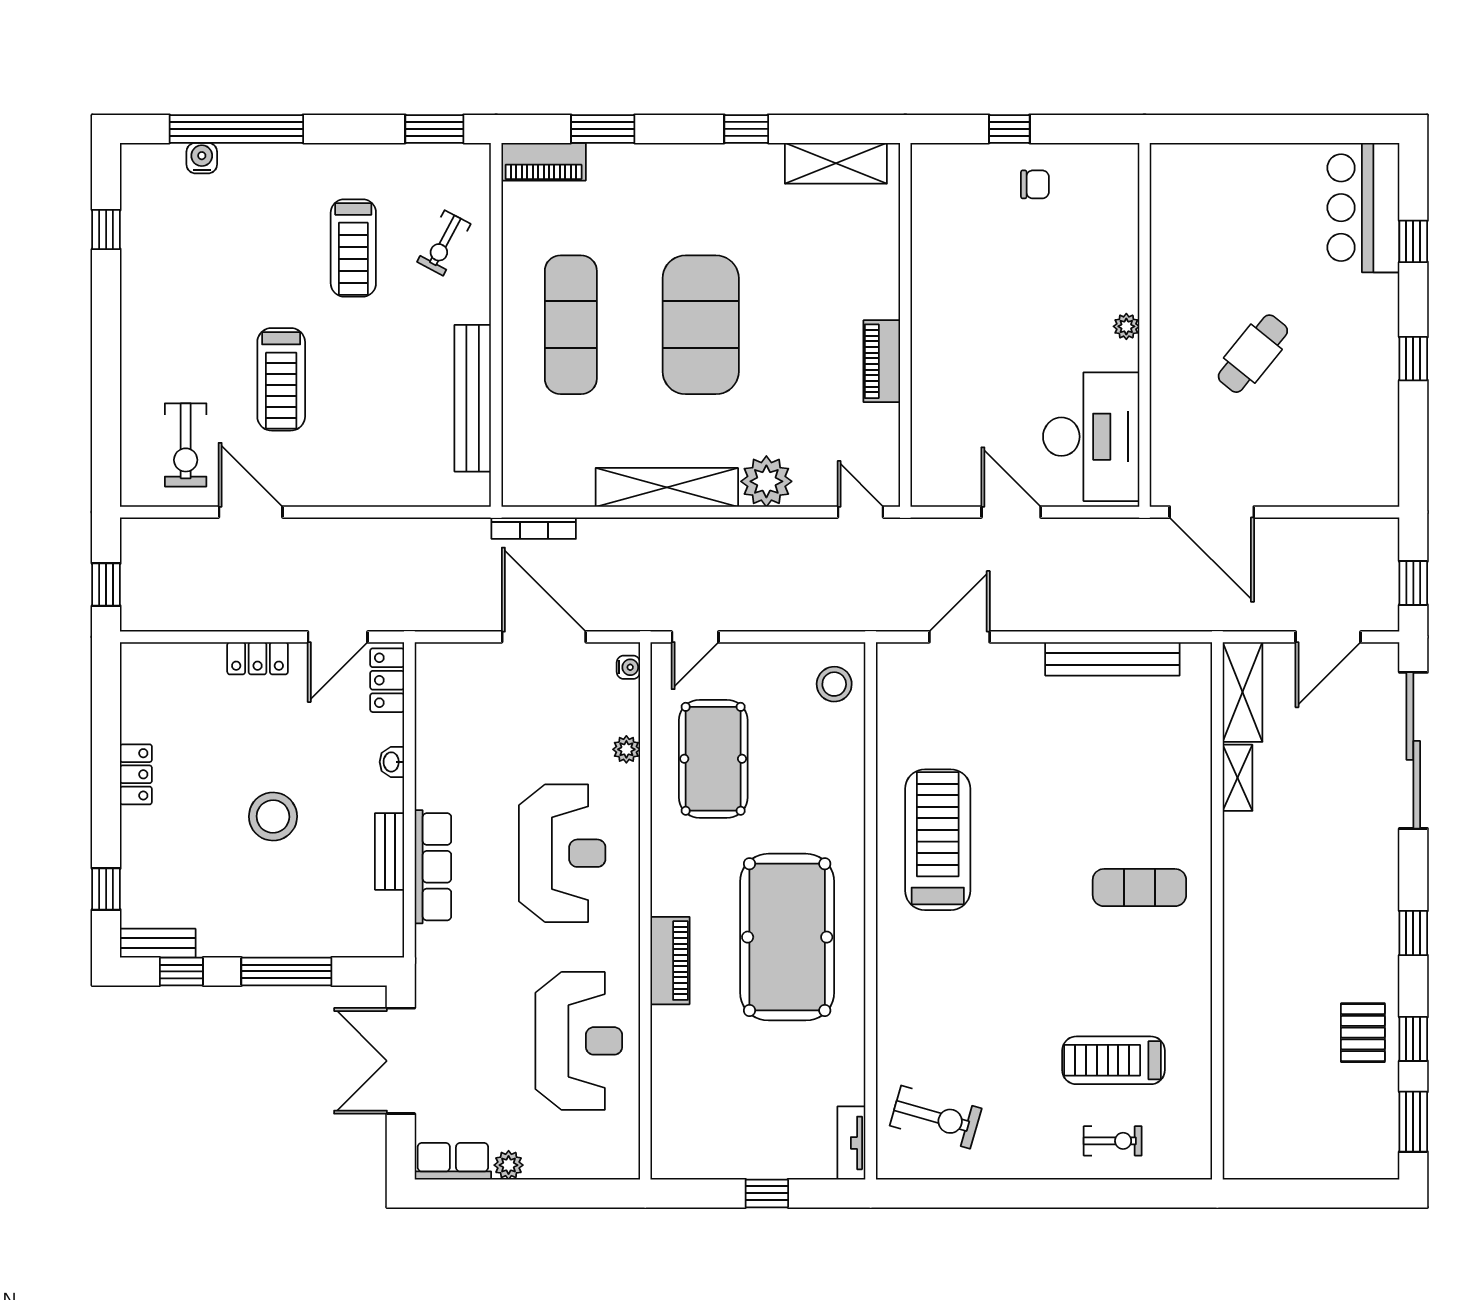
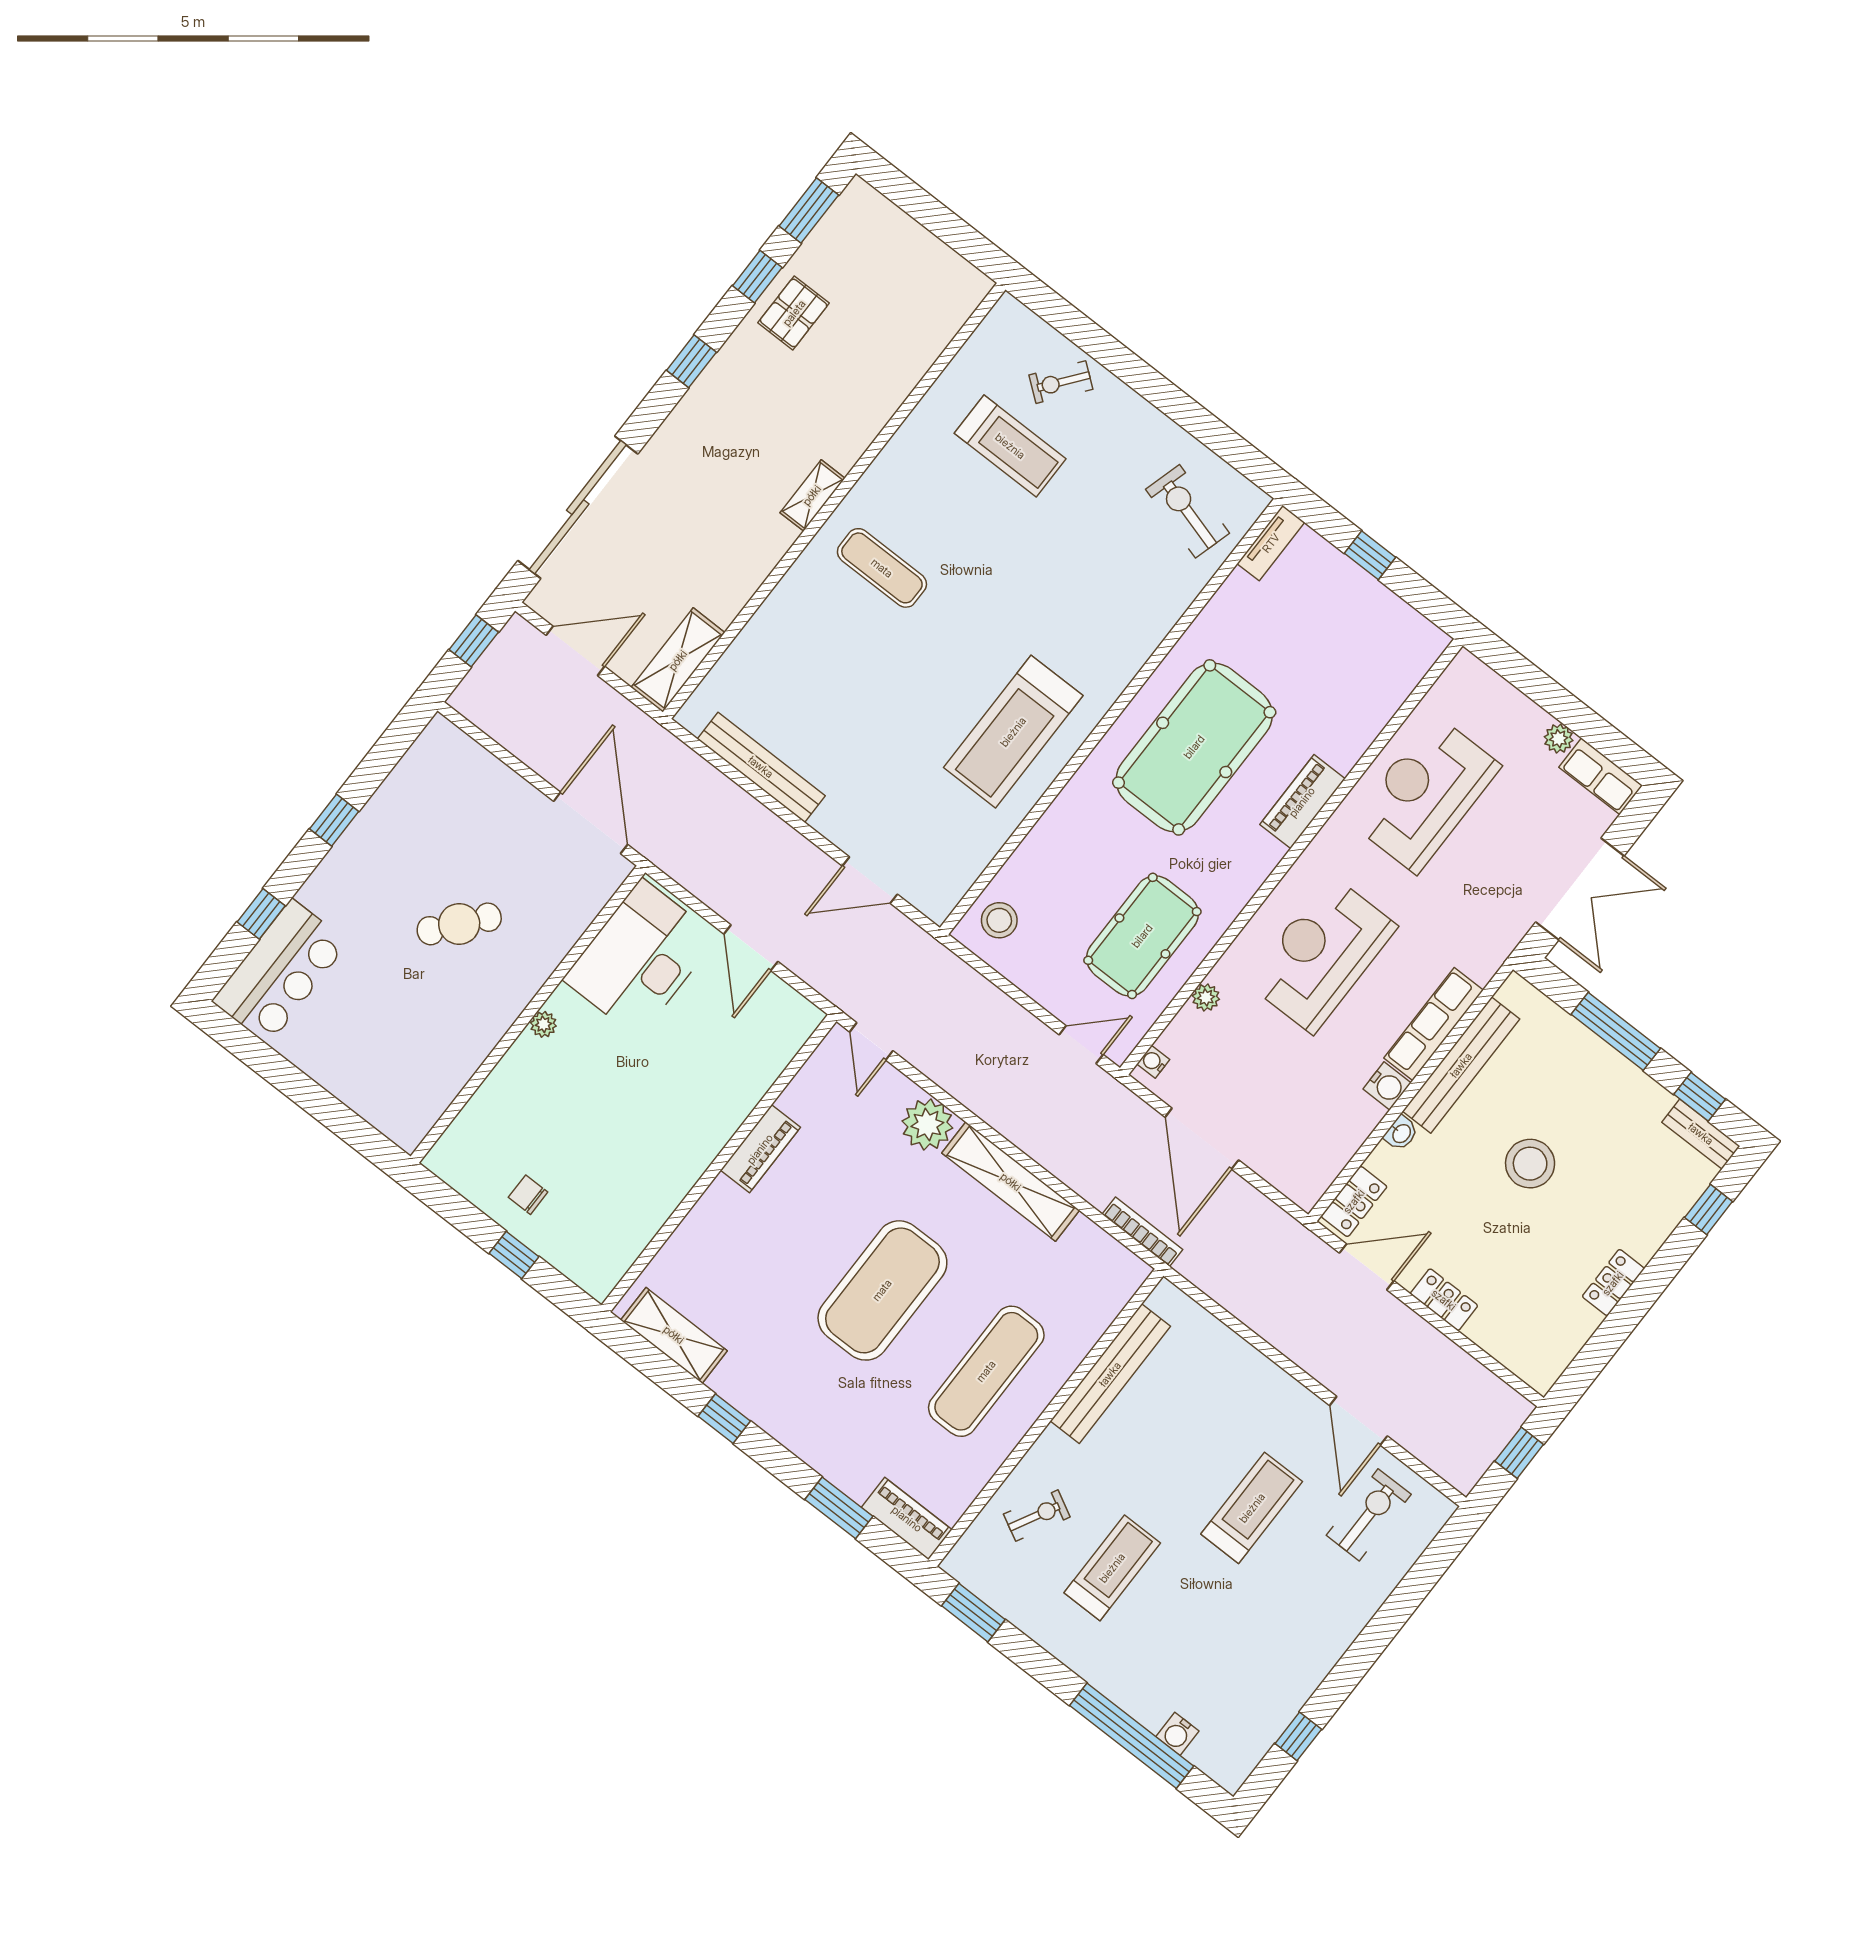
shelving: (1237, 778) -> (812, 495), moved
water cooler: (432, 790) -> (1387, 1086), added
bench: (390, 851) -> (1461, 1065), width x1.86, depth x1.21
exercise bike: (1113, 1141) -> (1061, 382), turned -52

